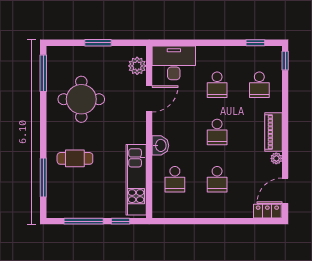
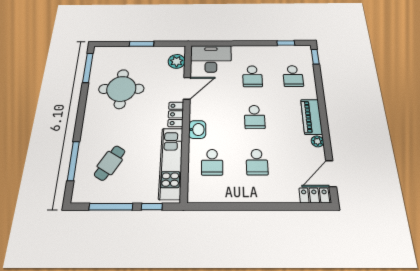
locker: (139, 129) -> (176, 114), added
cafe table: (75, 158) -> (110, 163), moved, turned -59

